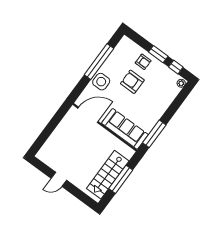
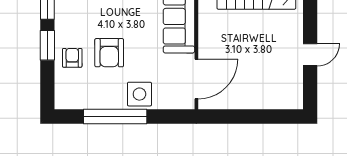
door: (88, 115) -> (196, 79), swing flipped
door: (59, 179) -> (310, 55), hinge flipped

